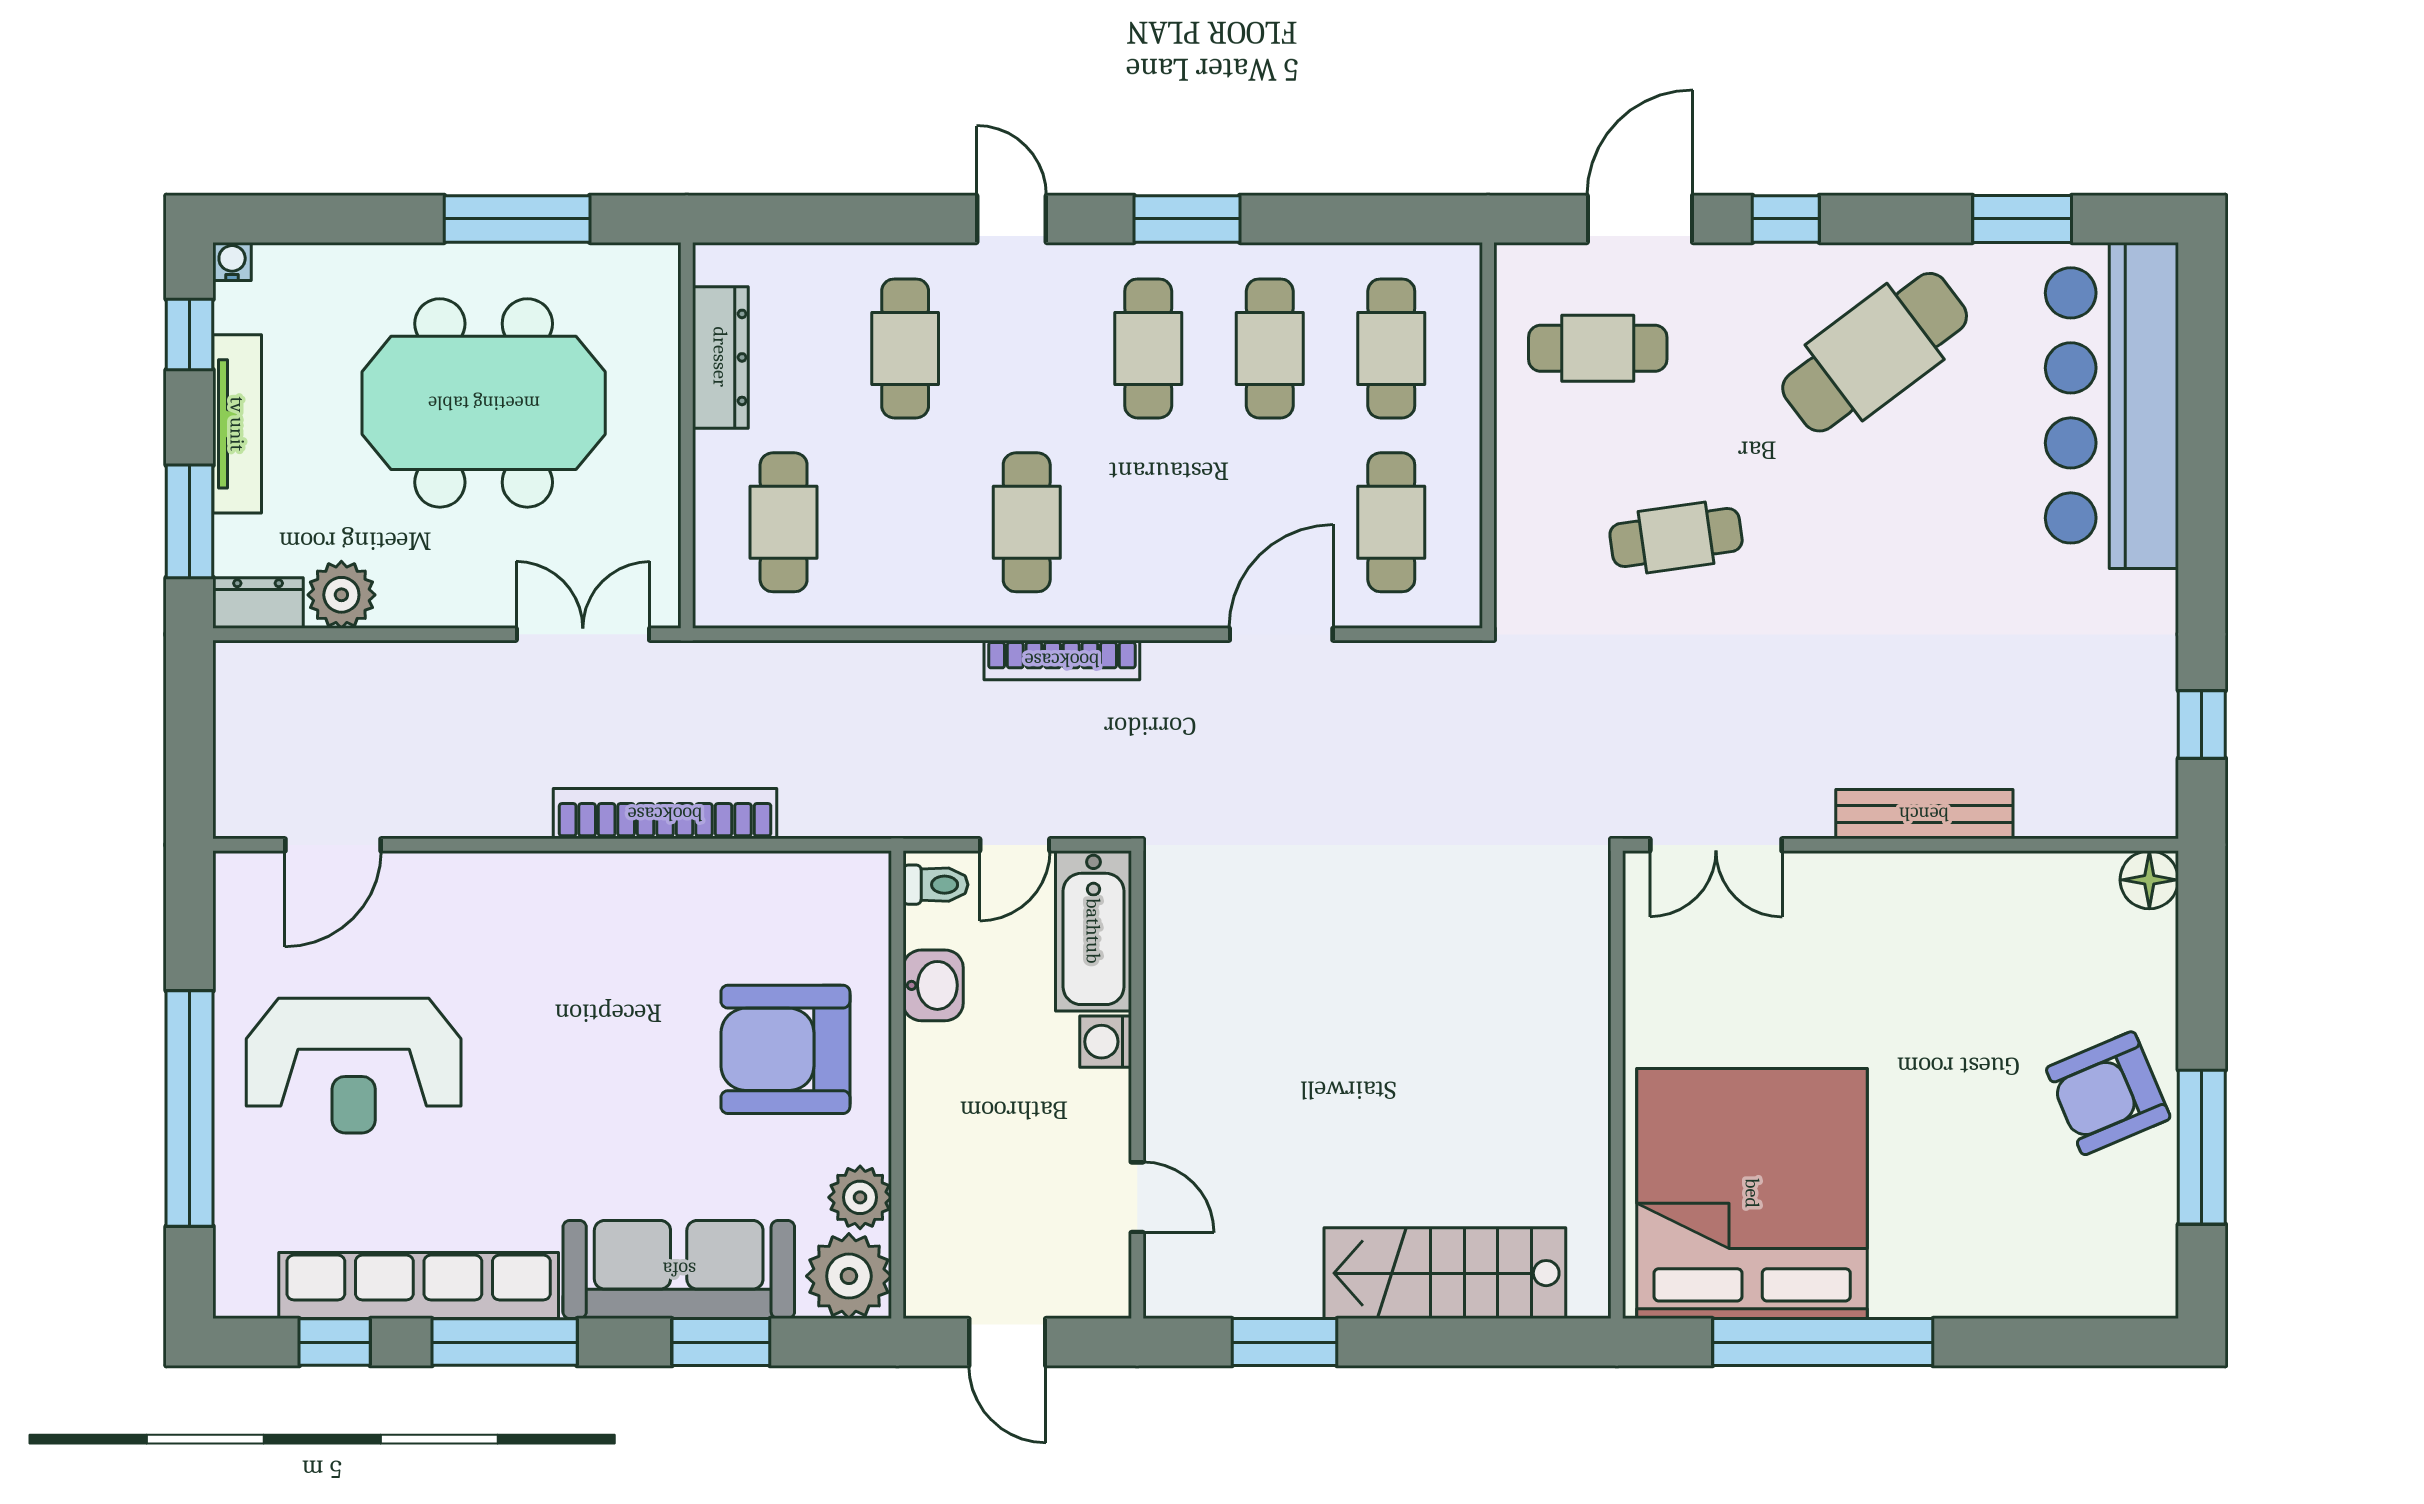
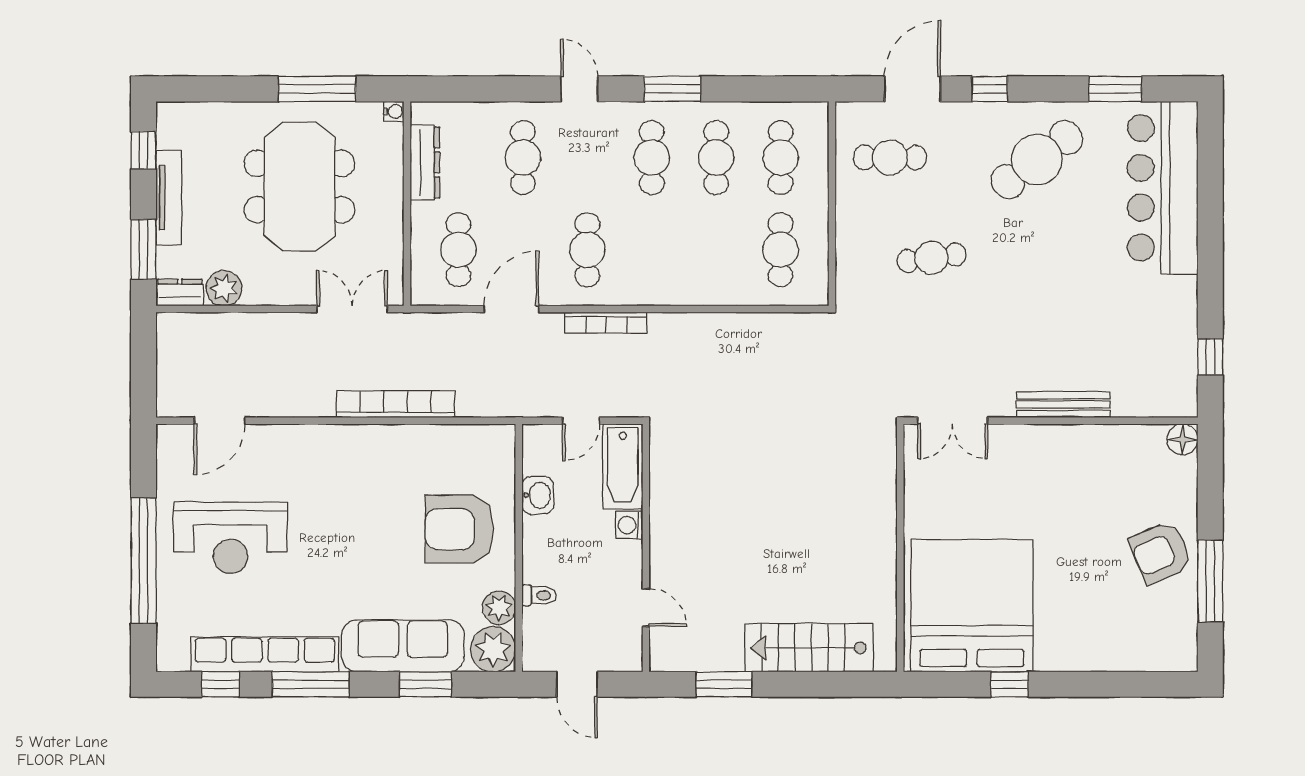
water cooler: (232, 261) -> (394, 111), moved, turned 90
meeting table: (484, 403) -> (299, 186), turned 90
door: (1281, 634) -> (511, 309), moved
toilet: (935, 885) -> (539, 595), moved
window: (1823, 1342) -> (1009, 684), width x0.32

